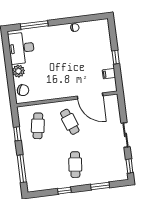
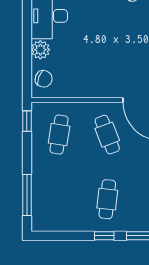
window: (17, 134) -> (27, 121), moved
window: (64, 191) -> (104, 236), moved

